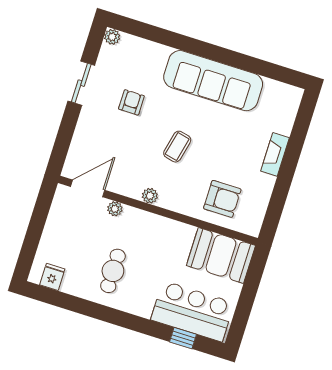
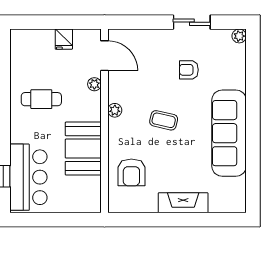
armchair: (131, 102) -> (189, 70), turned 180
fireplace: (275, 154) -> (183, 203), width x1.37, depth x1.32
booth: (221, 255) -> (83, 149), moved
fridge: (52, 277) -> (64, 39), moved, turned 90

